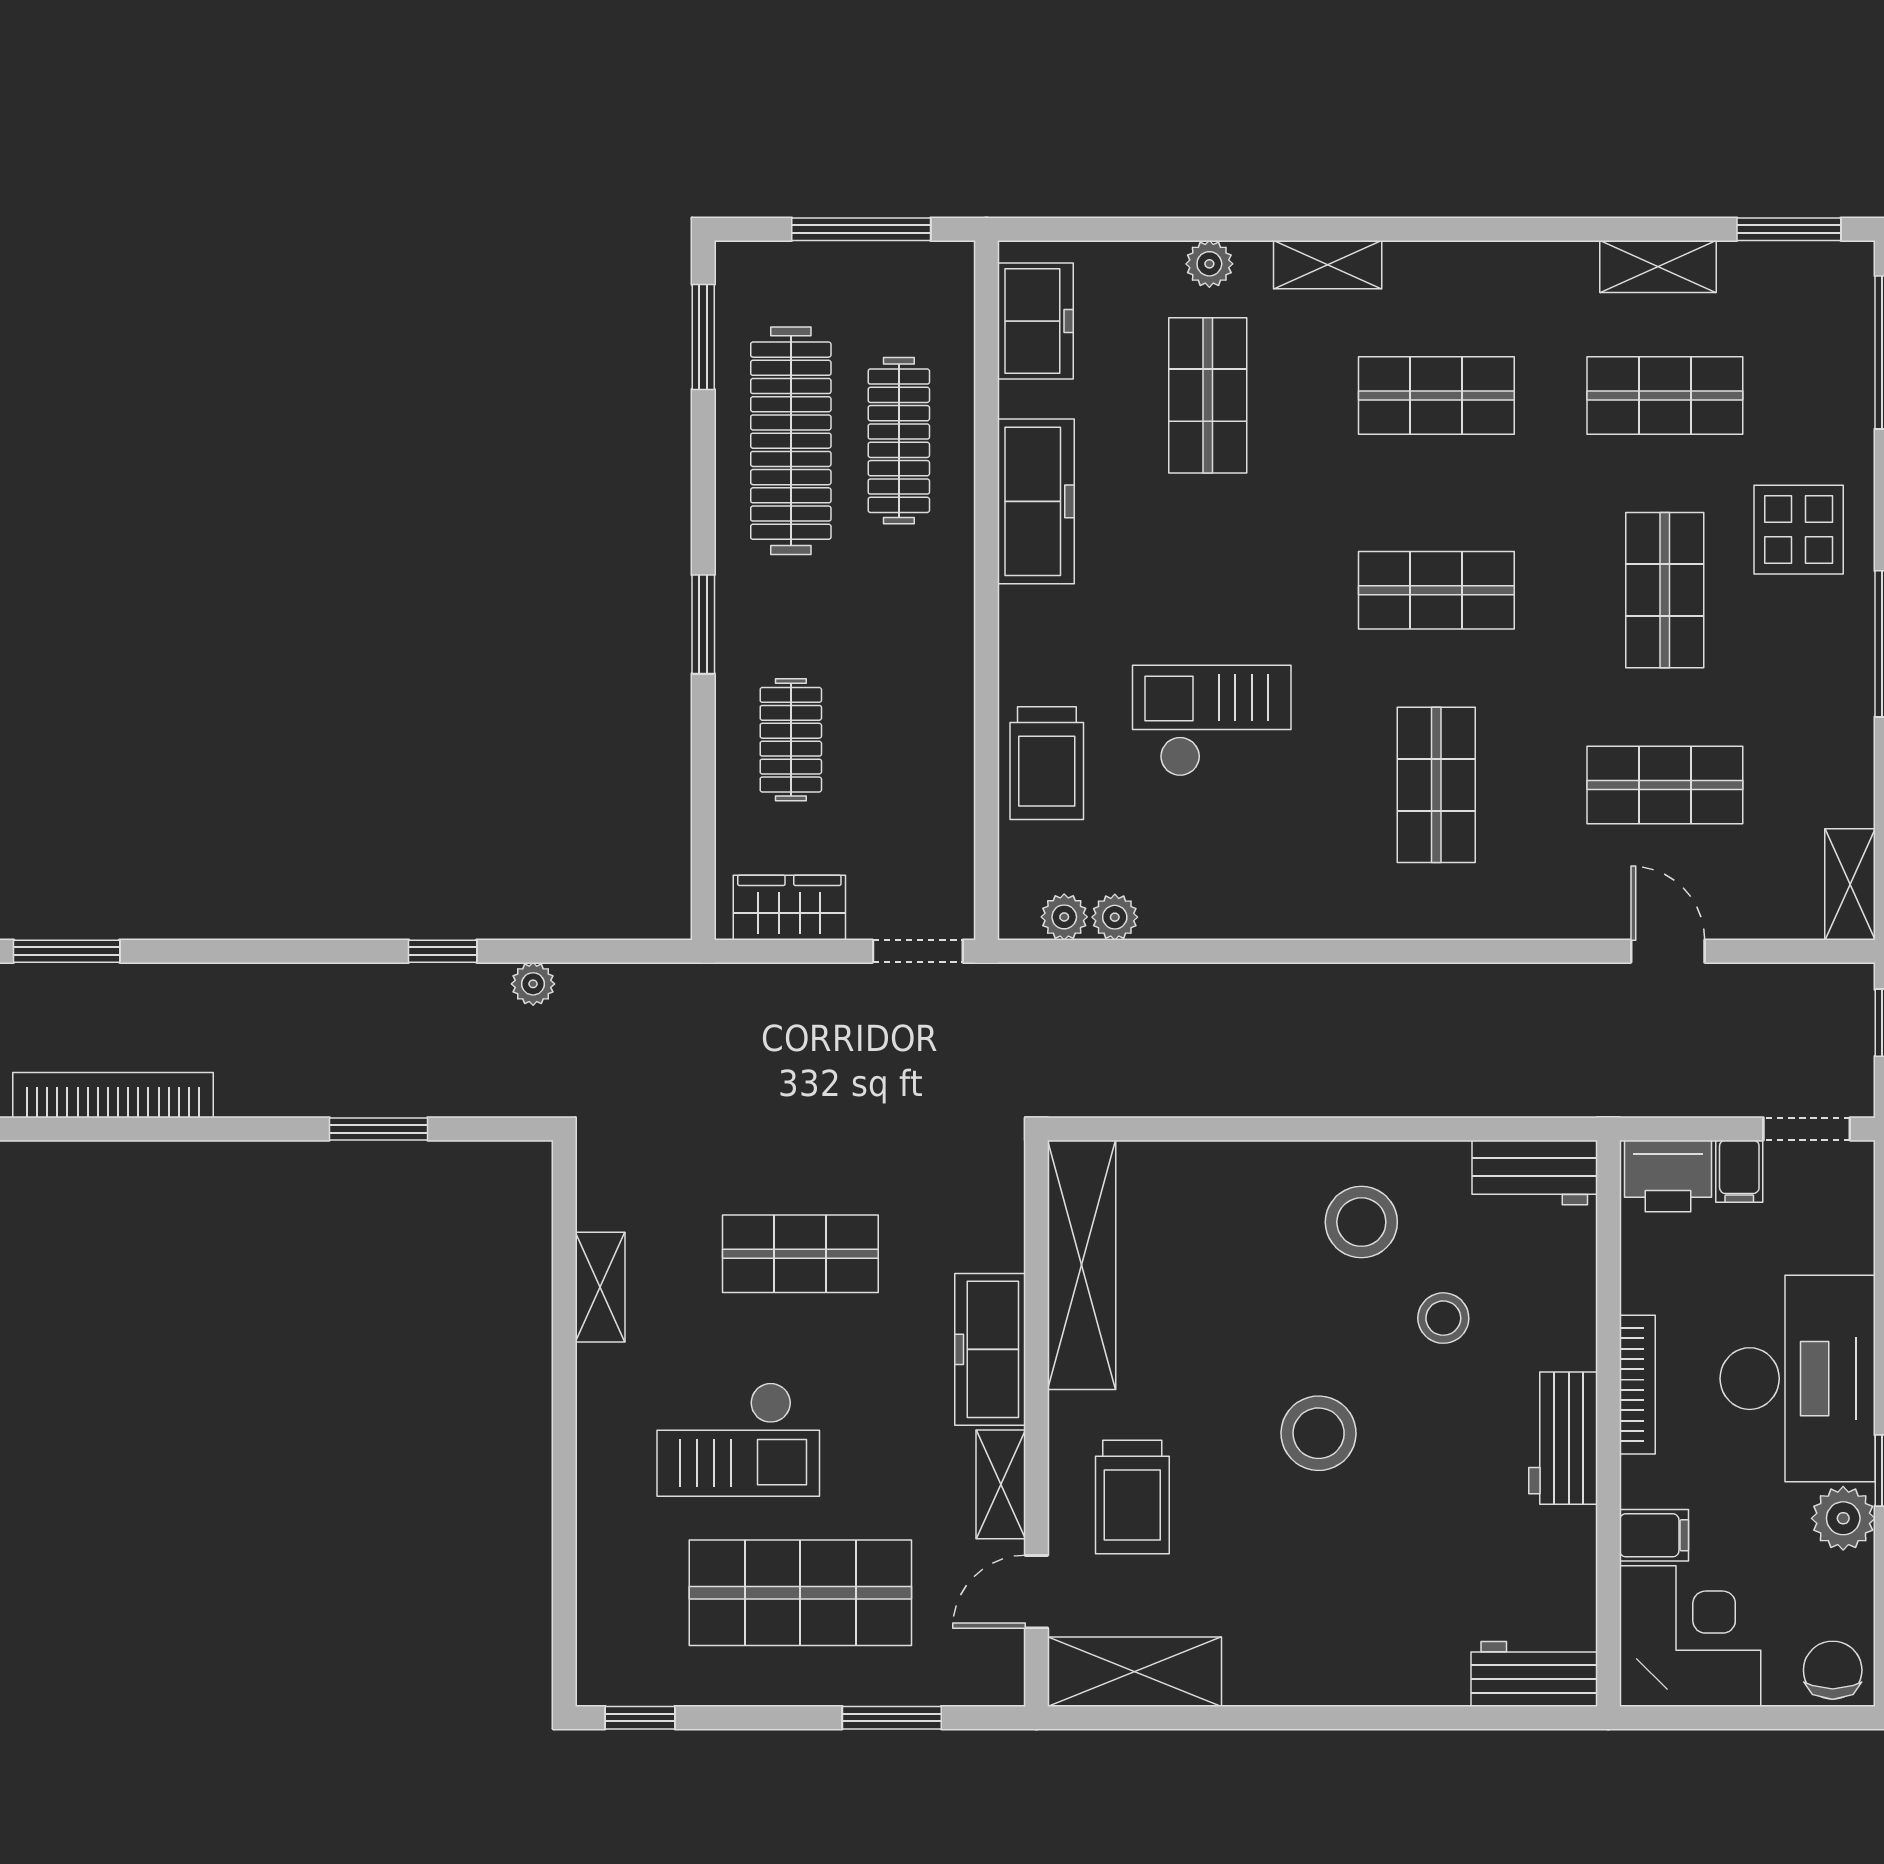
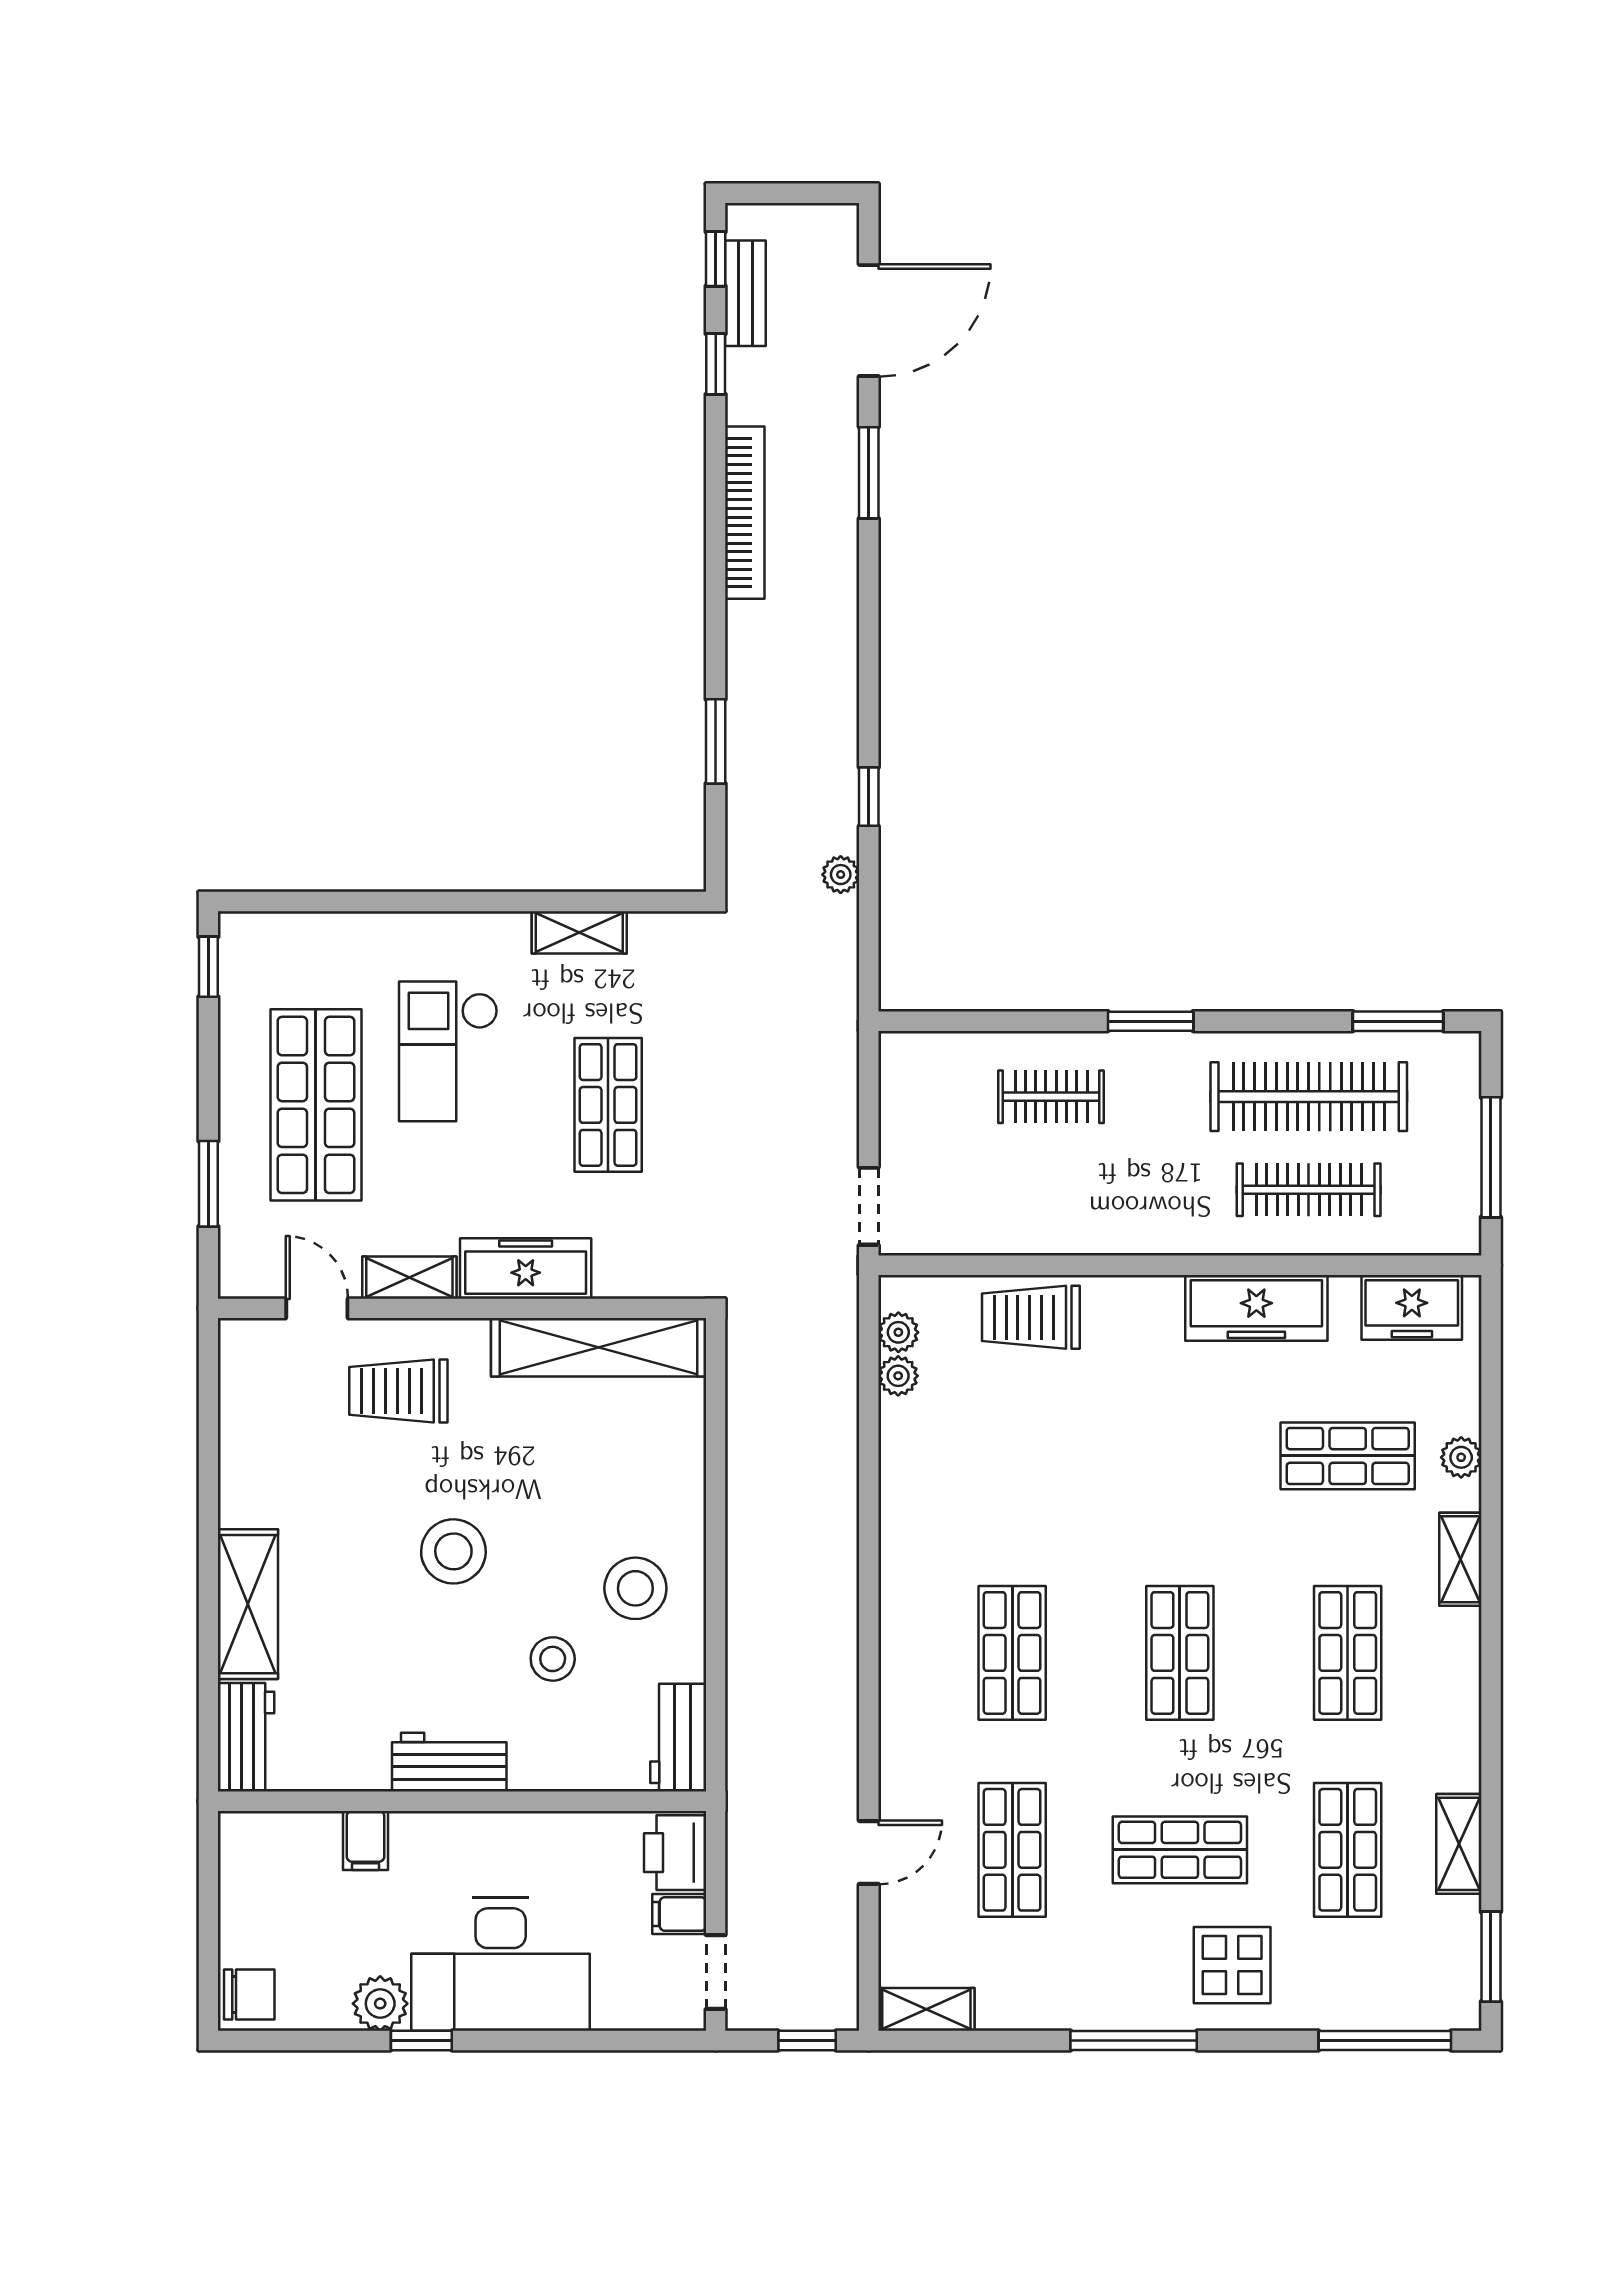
checkout: (1212, 721) -> (1067, 1459), removed
shop shelf: (1436, 785) -> (1012, 1653), turned 90
wardrobe: (789, 908) -> (906, 1095), removed
bookcase: (1637, 1385) -> (495, 1826), removed
corner desk: (1690, 1636) -> (279, 1872), removed
shelving: (1134, 1672) -> (248, 1604), moved

